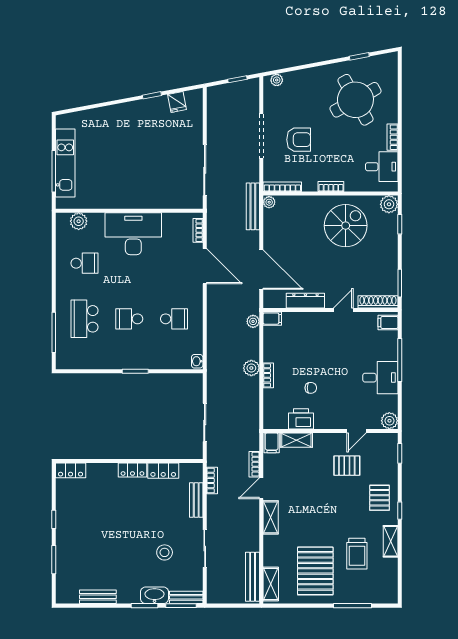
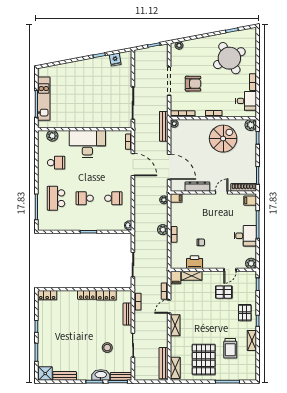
shower: (68, 593) -> (45, 374), added

